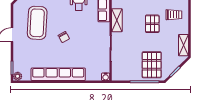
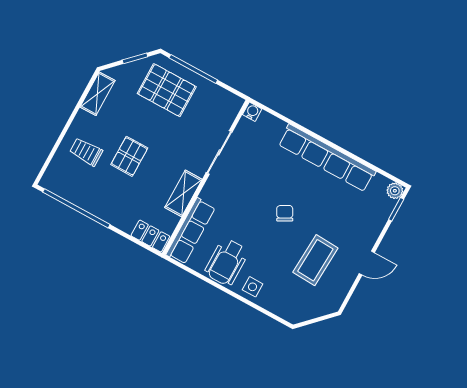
coffee table: (37, 23) -> (315, 260), width x0.73, depth x0.76
pallet: (152, 65) -> (167, 90), turned 90

